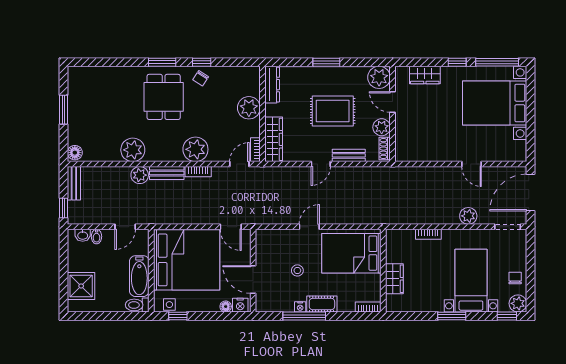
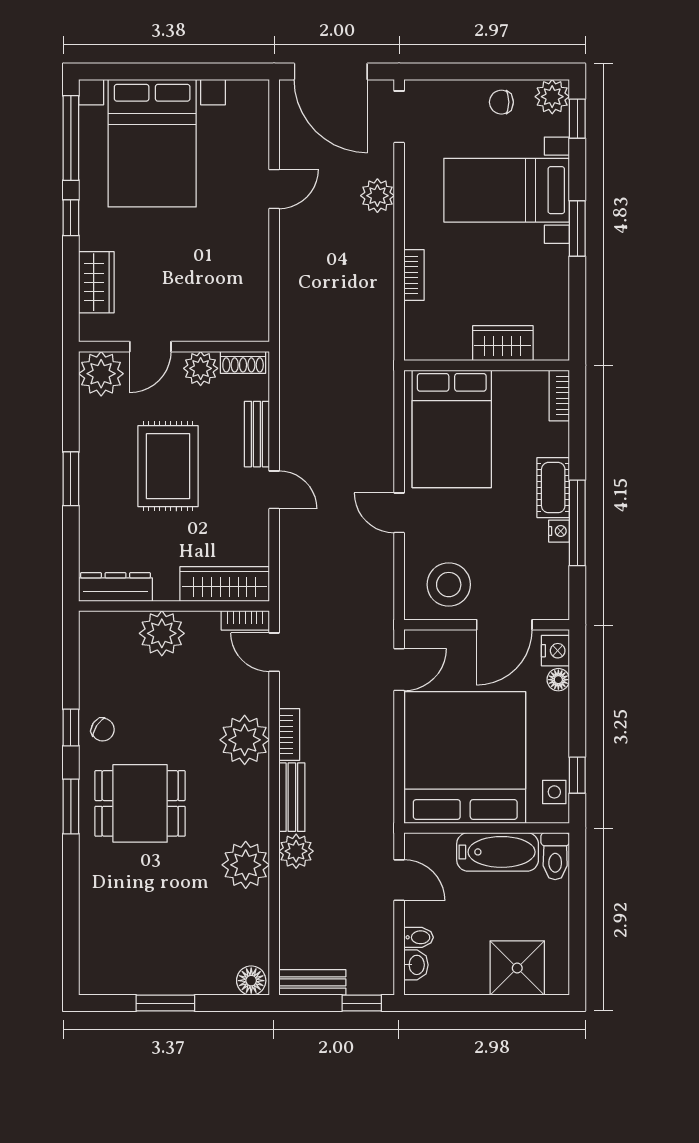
stool: (297, 270) -> (449, 585), moved, width x1.89, depth x1.89

